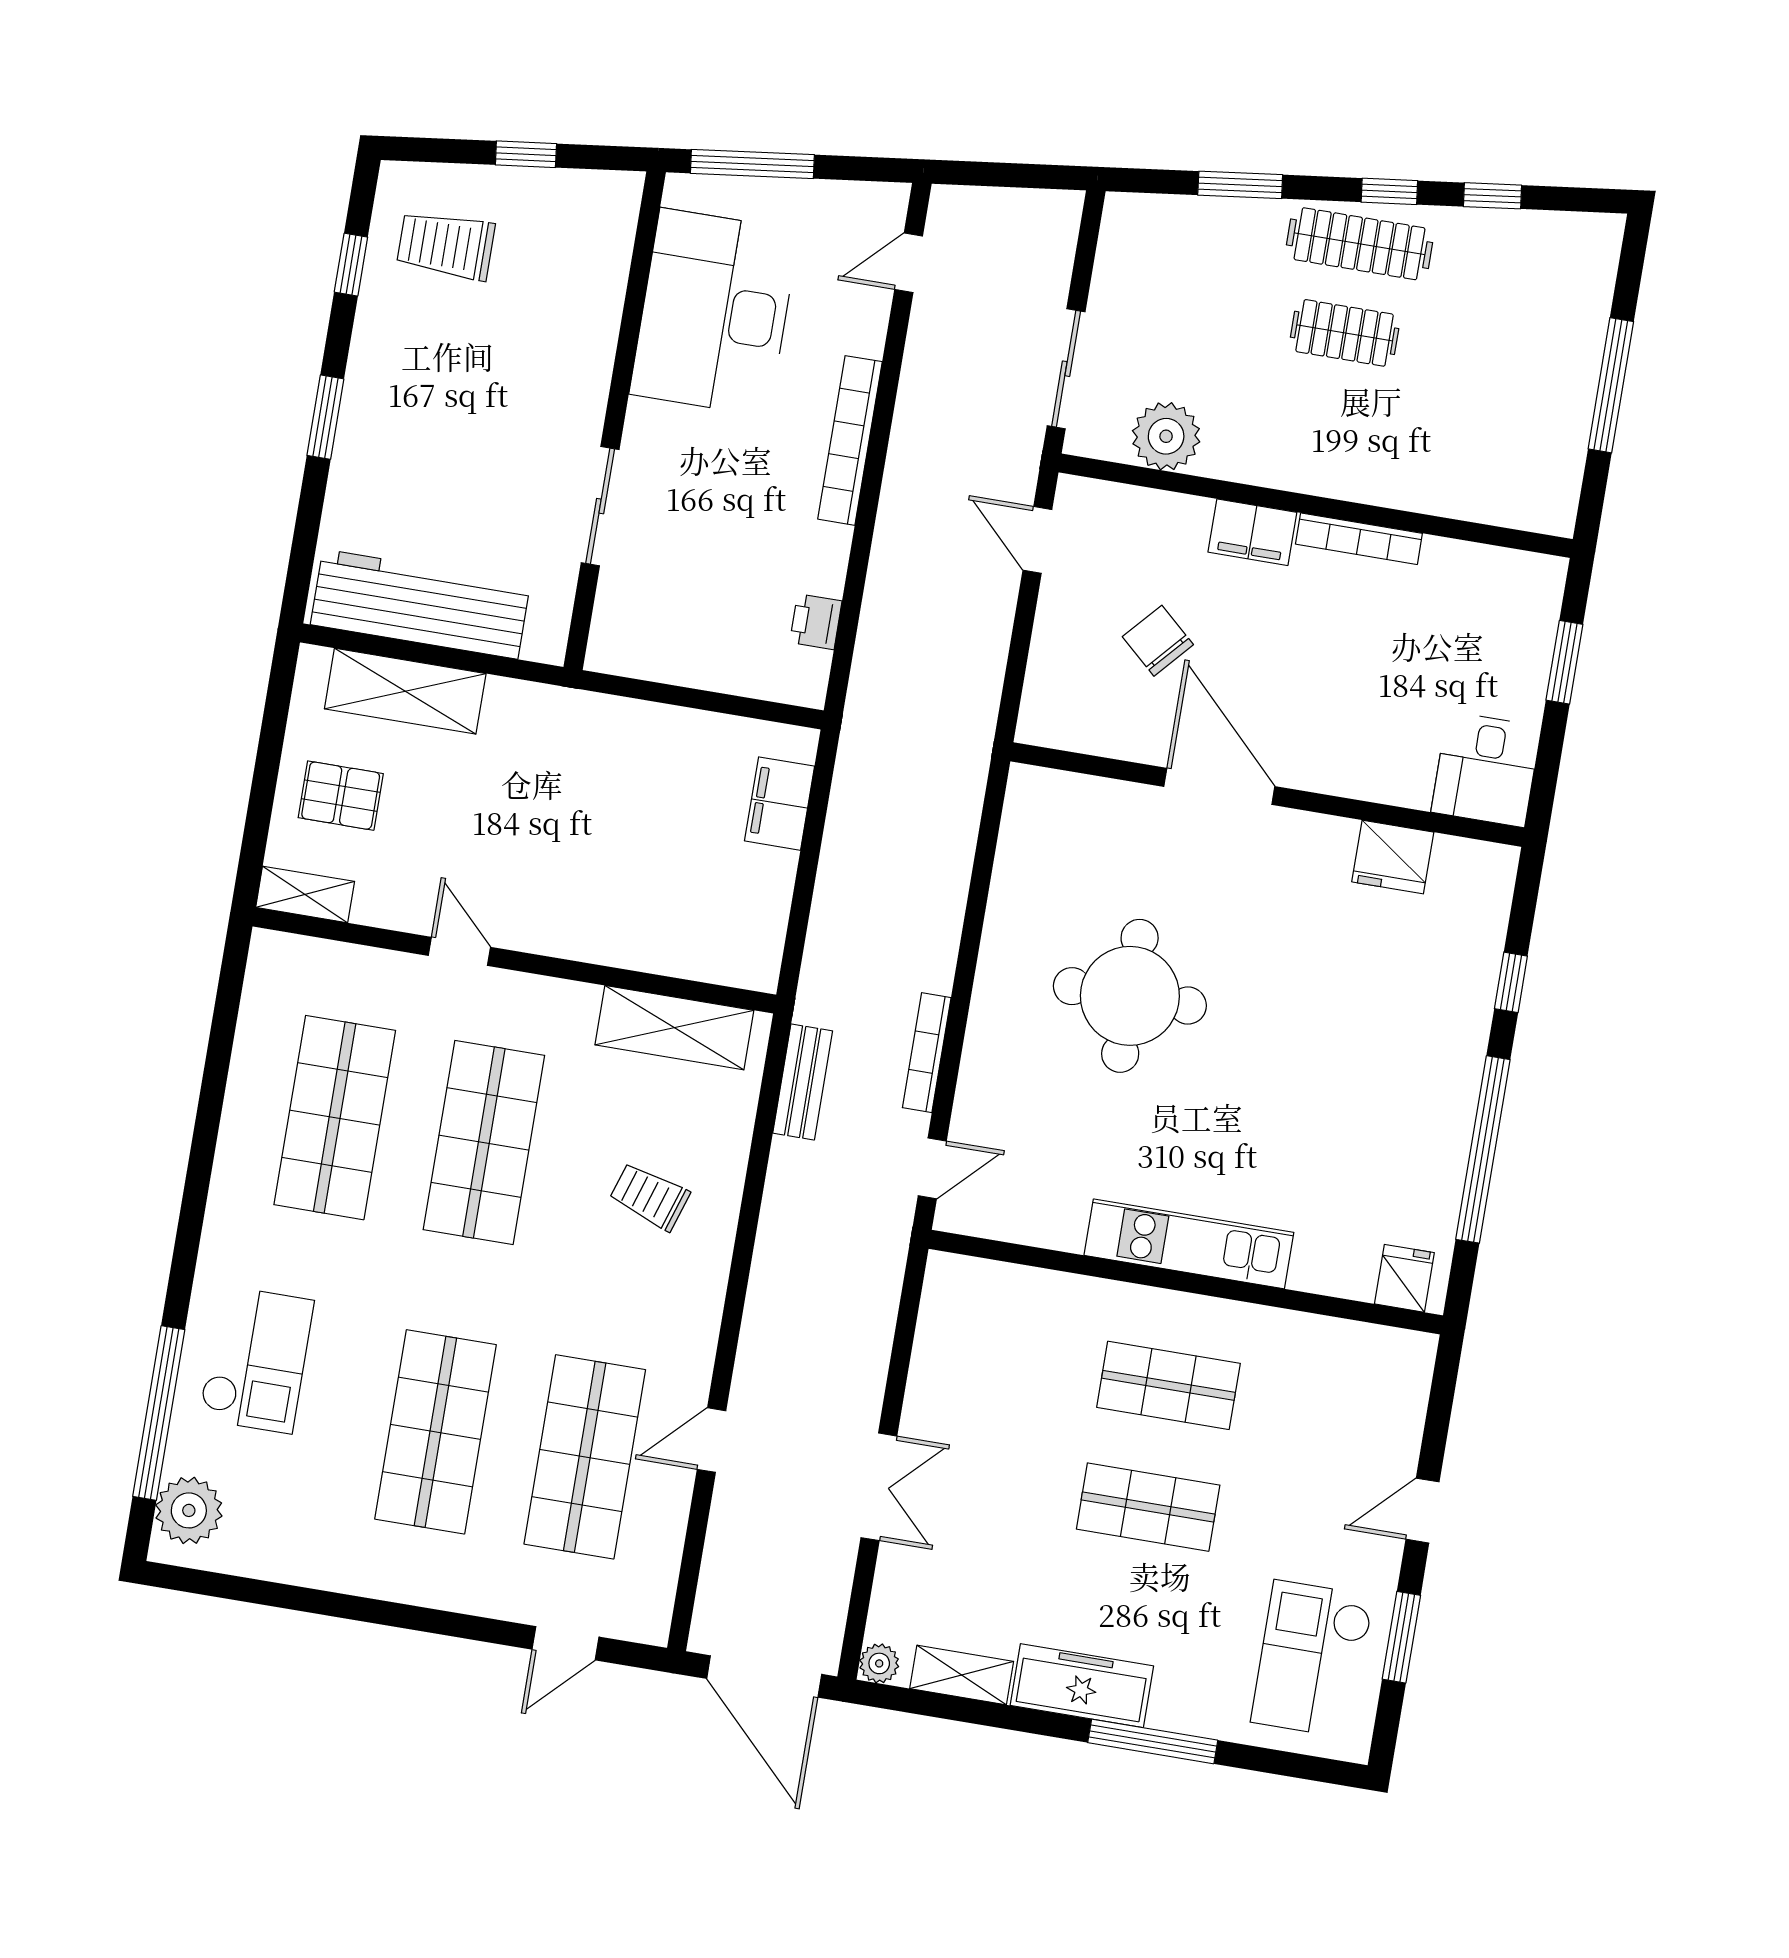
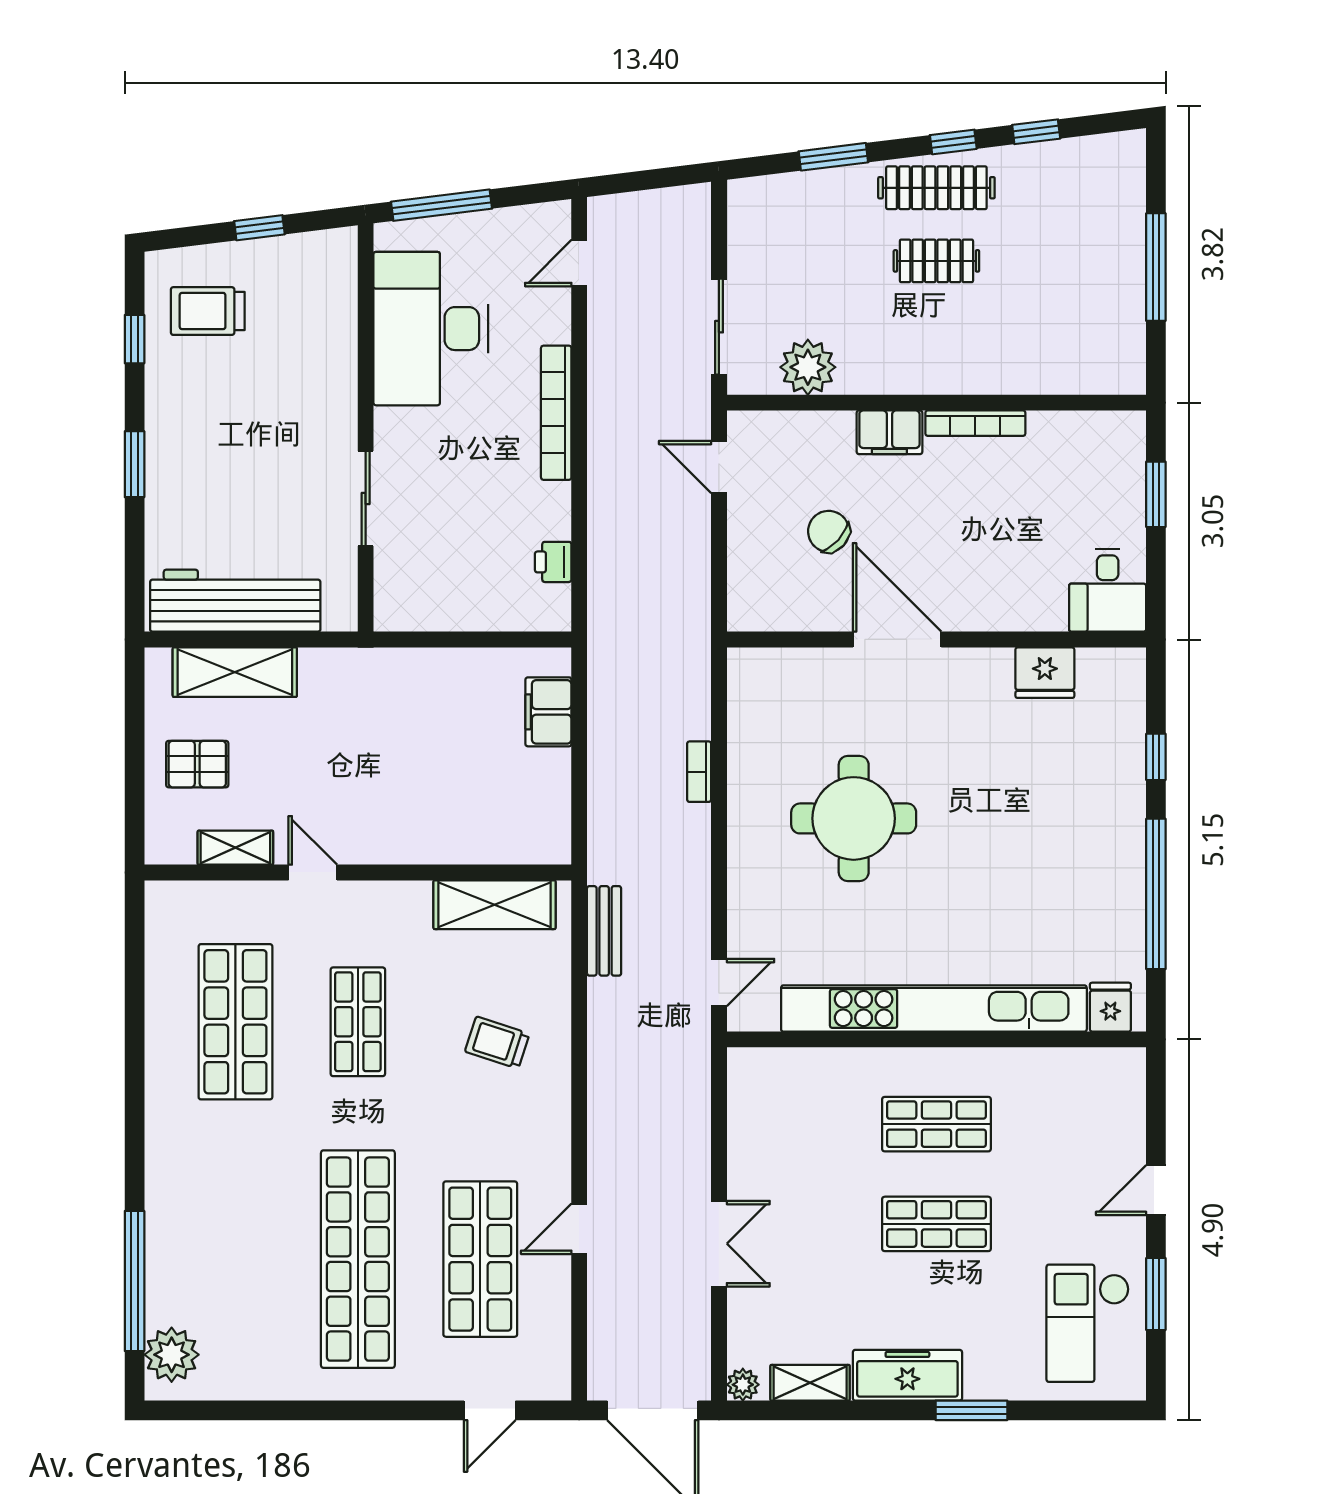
shelving: (305, 894) -> (235, 848), moved
bookcase: (927, 1053) -> (699, 772), moved, width x0.64
shop shelf: (484, 1143) -> (358, 1022), width x0.70, depth x0.74
kitchen unit: (1189, 1244) -> (934, 1009), width x1.86
checkout: (256, 1359) -> (205, 1225), removed
shop shelf: (435, 1432) -> (358, 1259), width x1.40
window: (1153, 1741) -> (971, 1410), width x0.69

